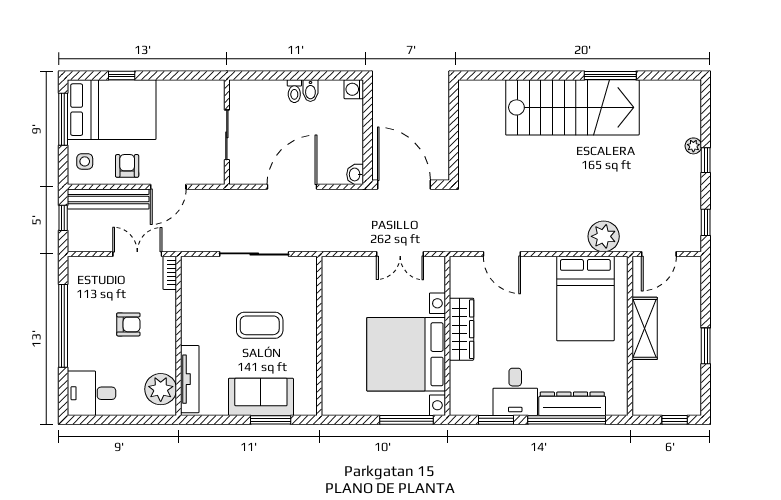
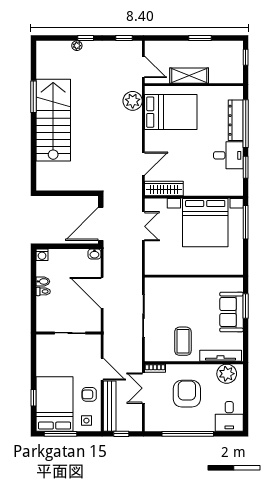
armchair: (128, 324) -> (187, 394), width x1.88, depth x1.88
coffee table: (260, 325) -> (183, 341), moved
wardrobe: (461, 329) -> (164, 188), moved

